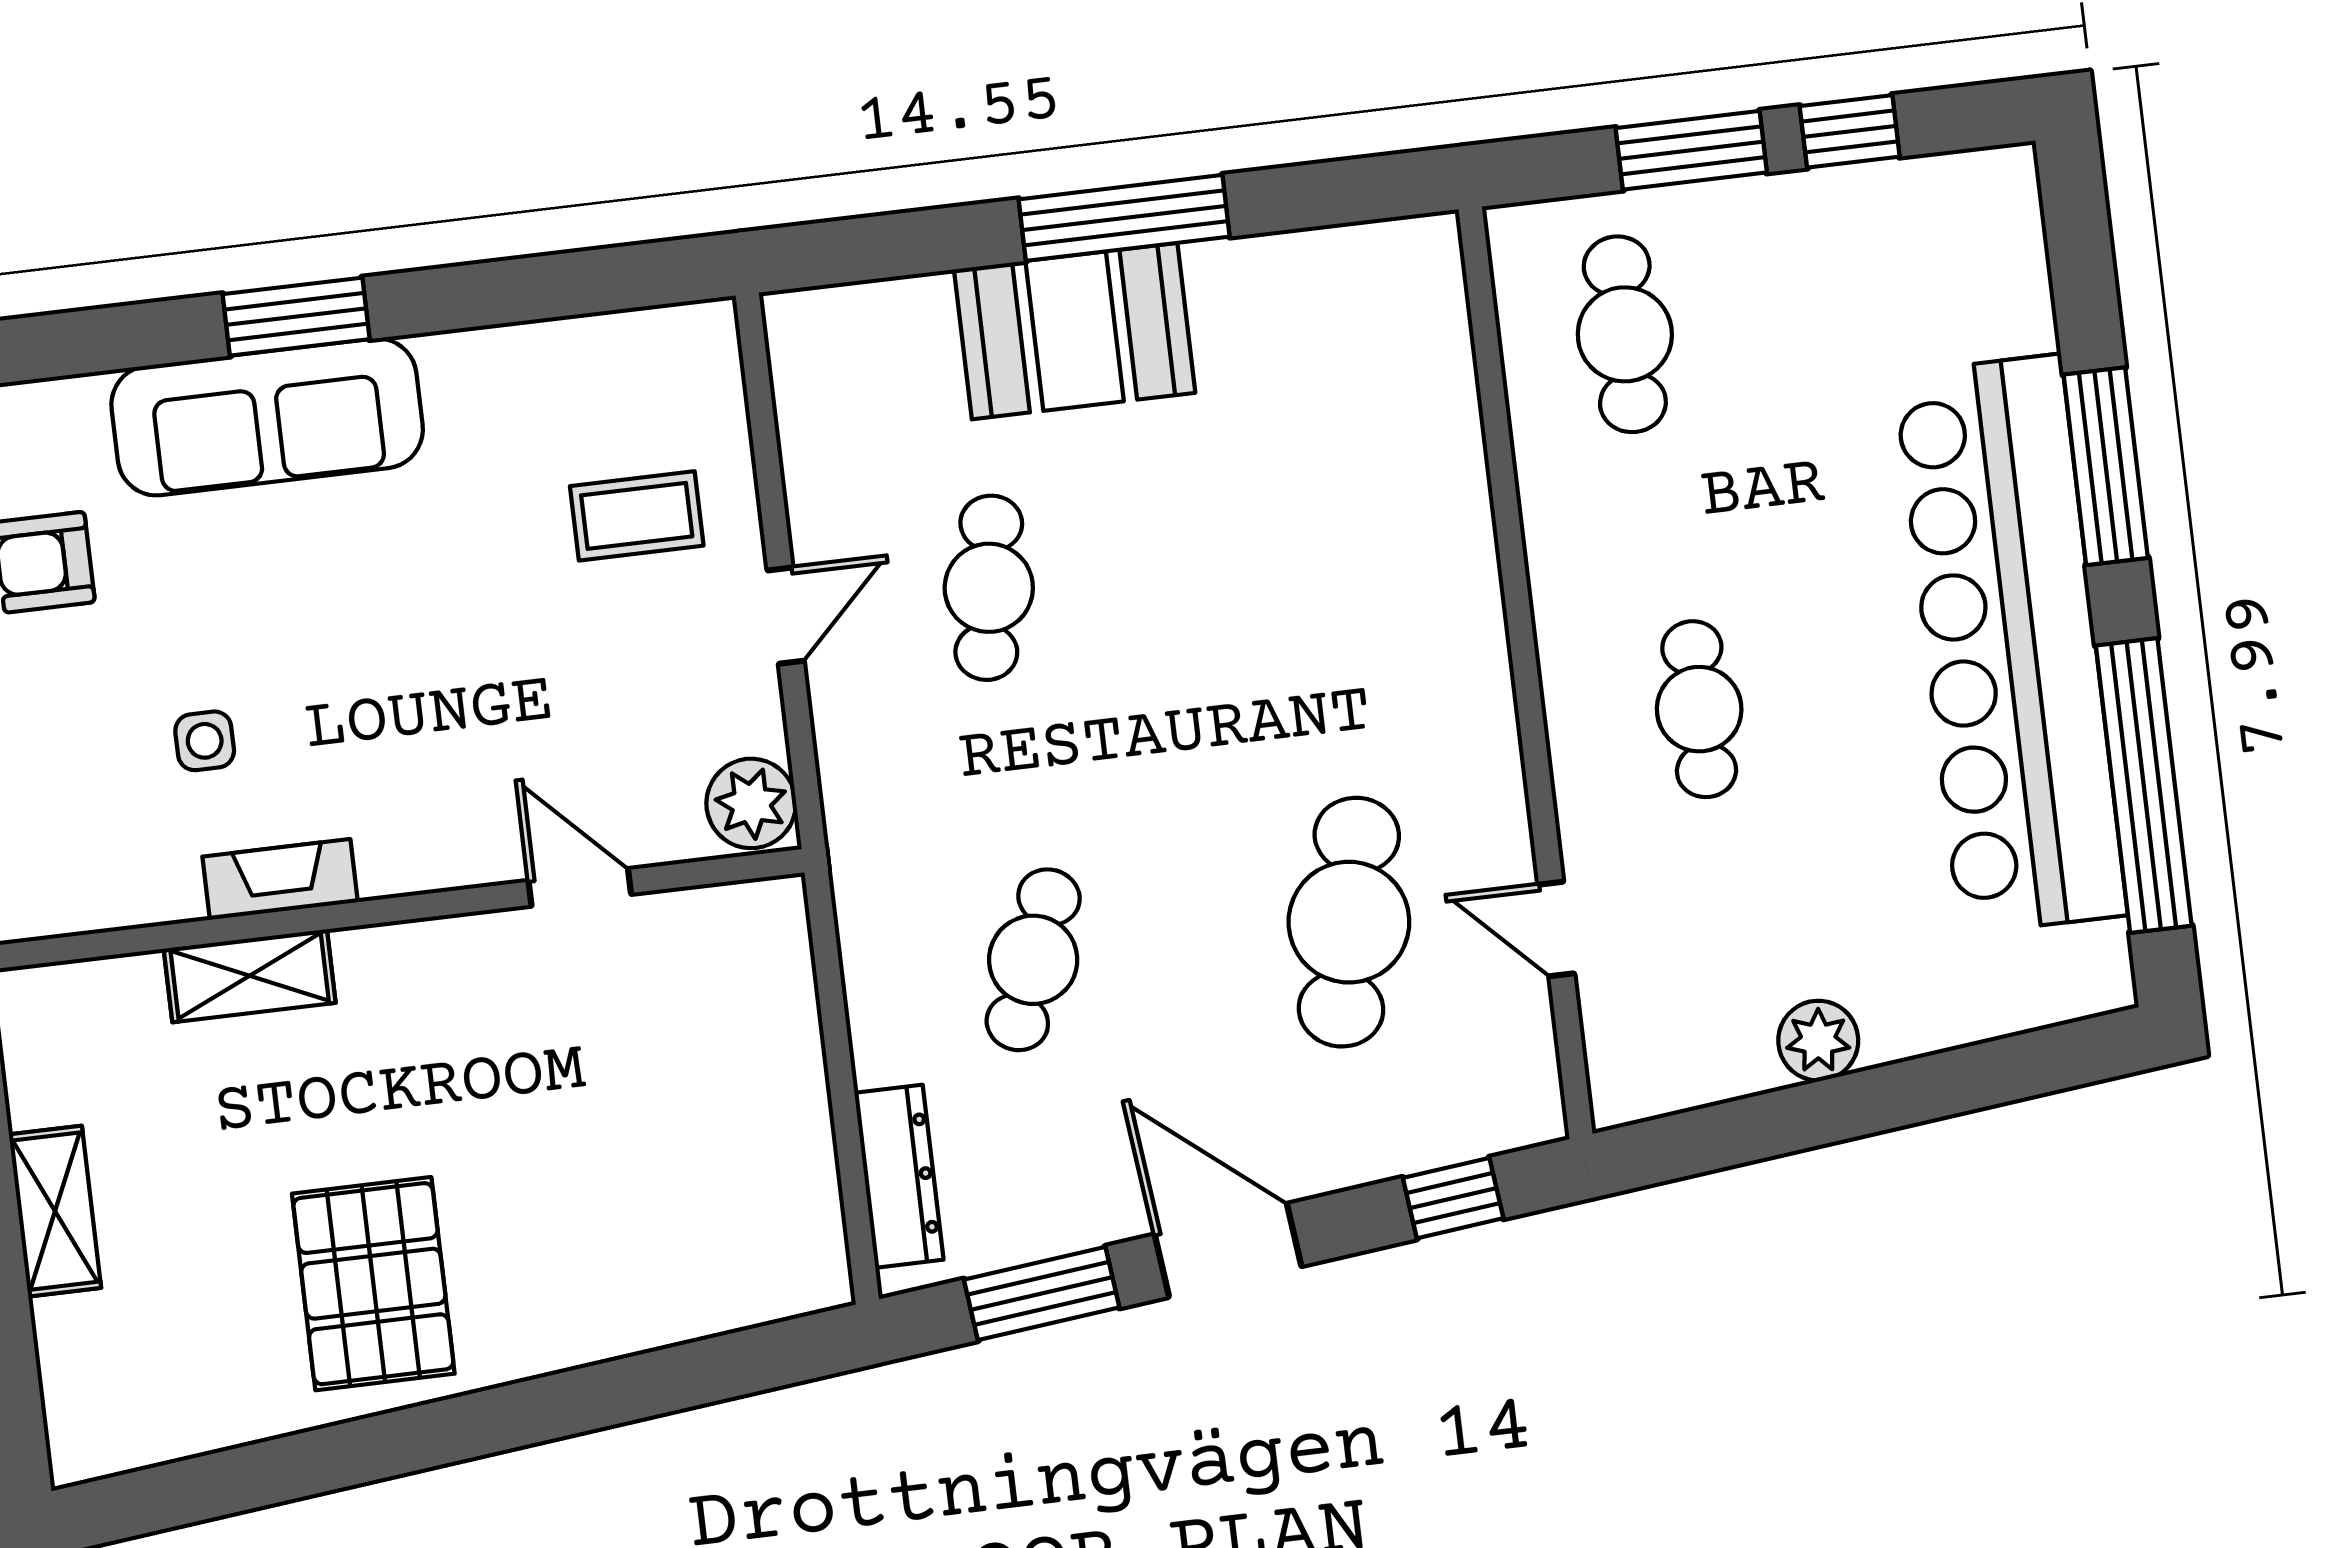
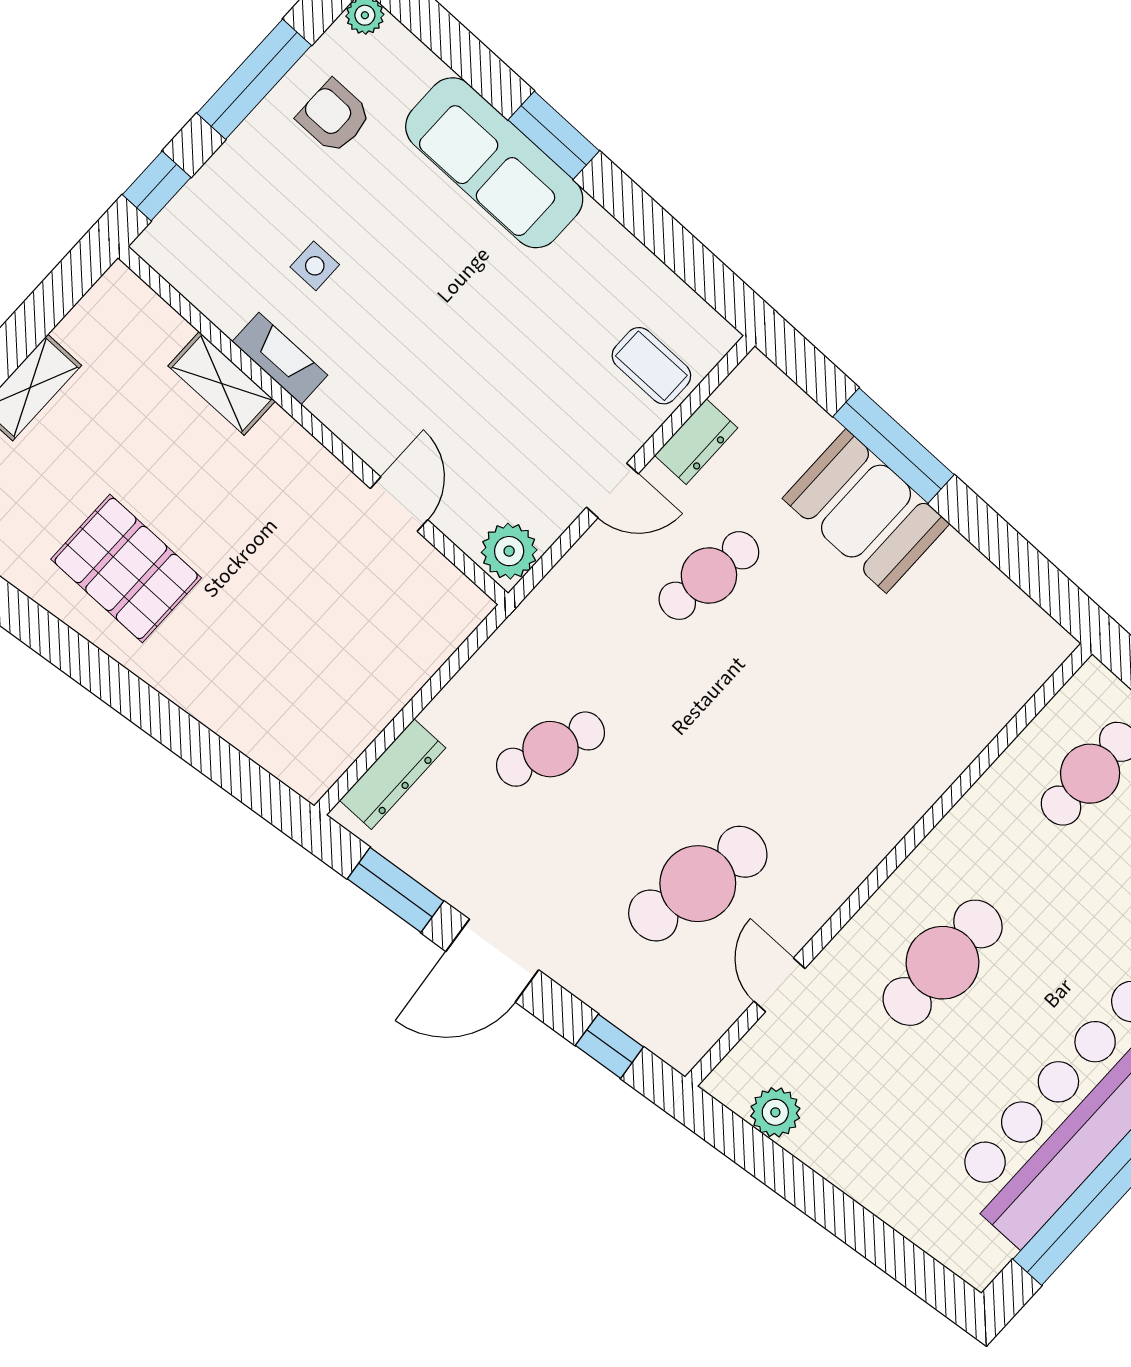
window: (1124, 218) -> (893, 446), moved
dresser: (814, 464) -> (696, 442), added
coffee table: (637, 516) -> (651, 366), moved
cafe table: (1699, 709) -> (943, 963), width x1.37, depth x1.35
plant: (1818, 1041) -> (775, 1112), moved
door: (1228, 1250) -> (492, 961), swing flipped
pallet: (373, 1284) -> (126, 568), turned 90

